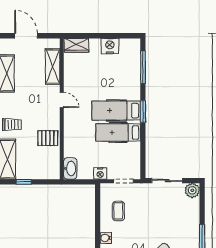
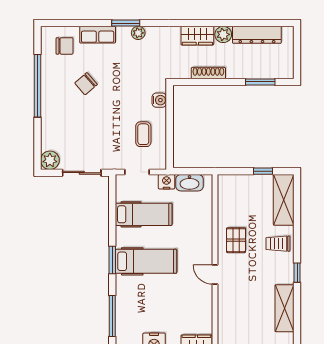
shelving: (53, 66) -> (226, 317), removed
hospital bed: (118, 132) -> (144, 214), moved
pallet: (48, 138) -> (236, 240), moved, turned 90
washbasin: (70, 168) -> (189, 183), moved, turned -90

